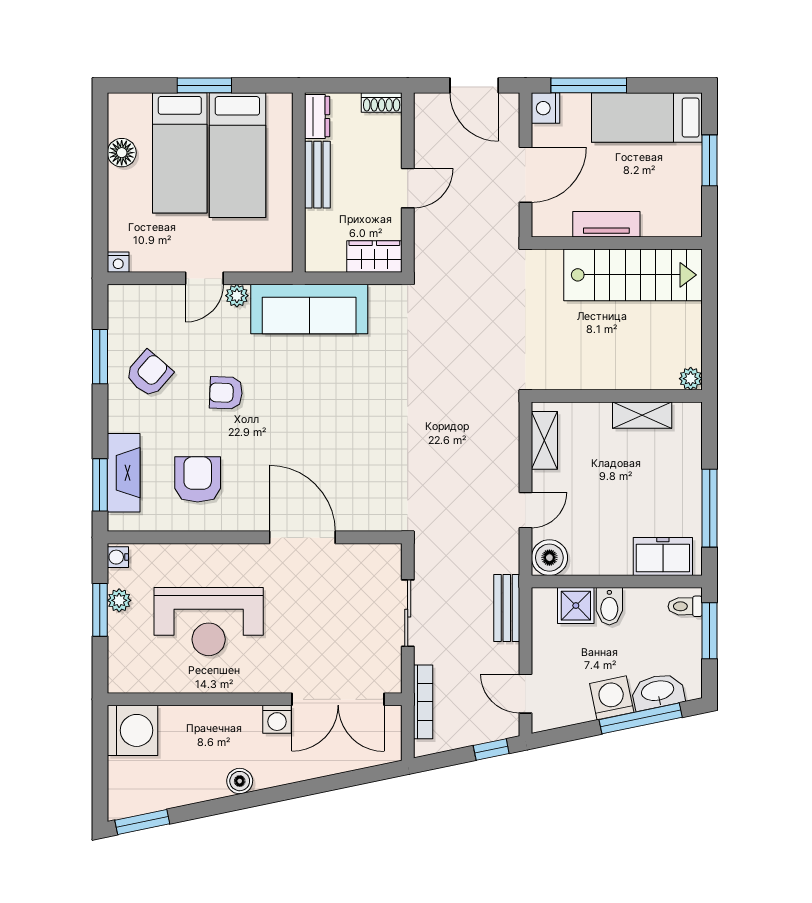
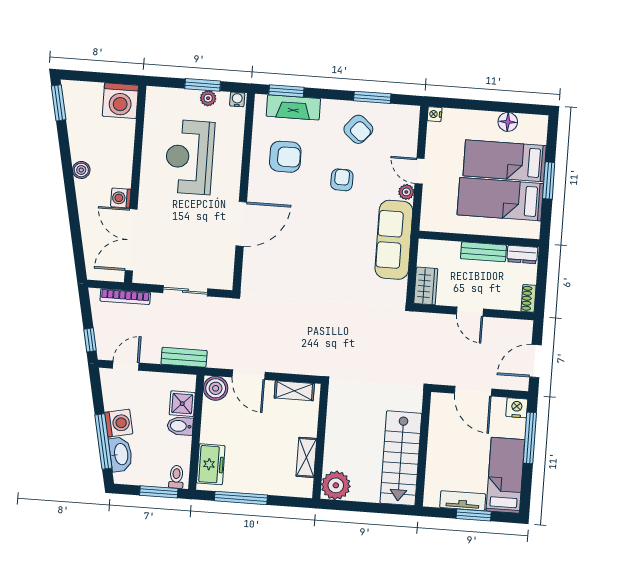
tv unit: (606, 224) -> (463, 501), moved, turned -90
plant: (691, 379) -> (336, 485), width x1.88, depth x1.88
door: (525, 510) -> (249, 375), width x1.38

